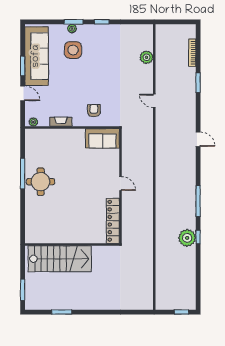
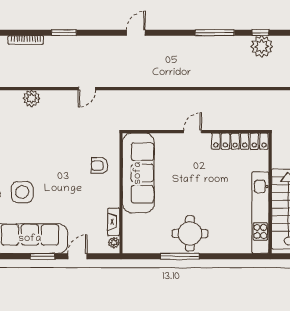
fireplace: (61, 122) -> (114, 222), moved
sofa: (102, 138) -> (138, 173), width x1.85, depth x1.27
kitchen unit: (57, 237) -> (260, 213), added

